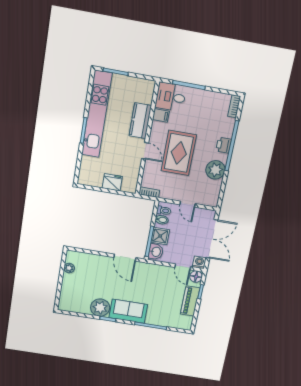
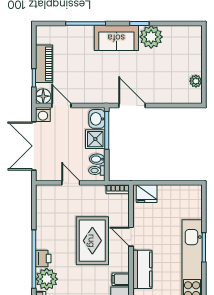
plant: (215, 170) -> (47, 279), moved
fridge: (112, 182) -> (147, 194), moved

